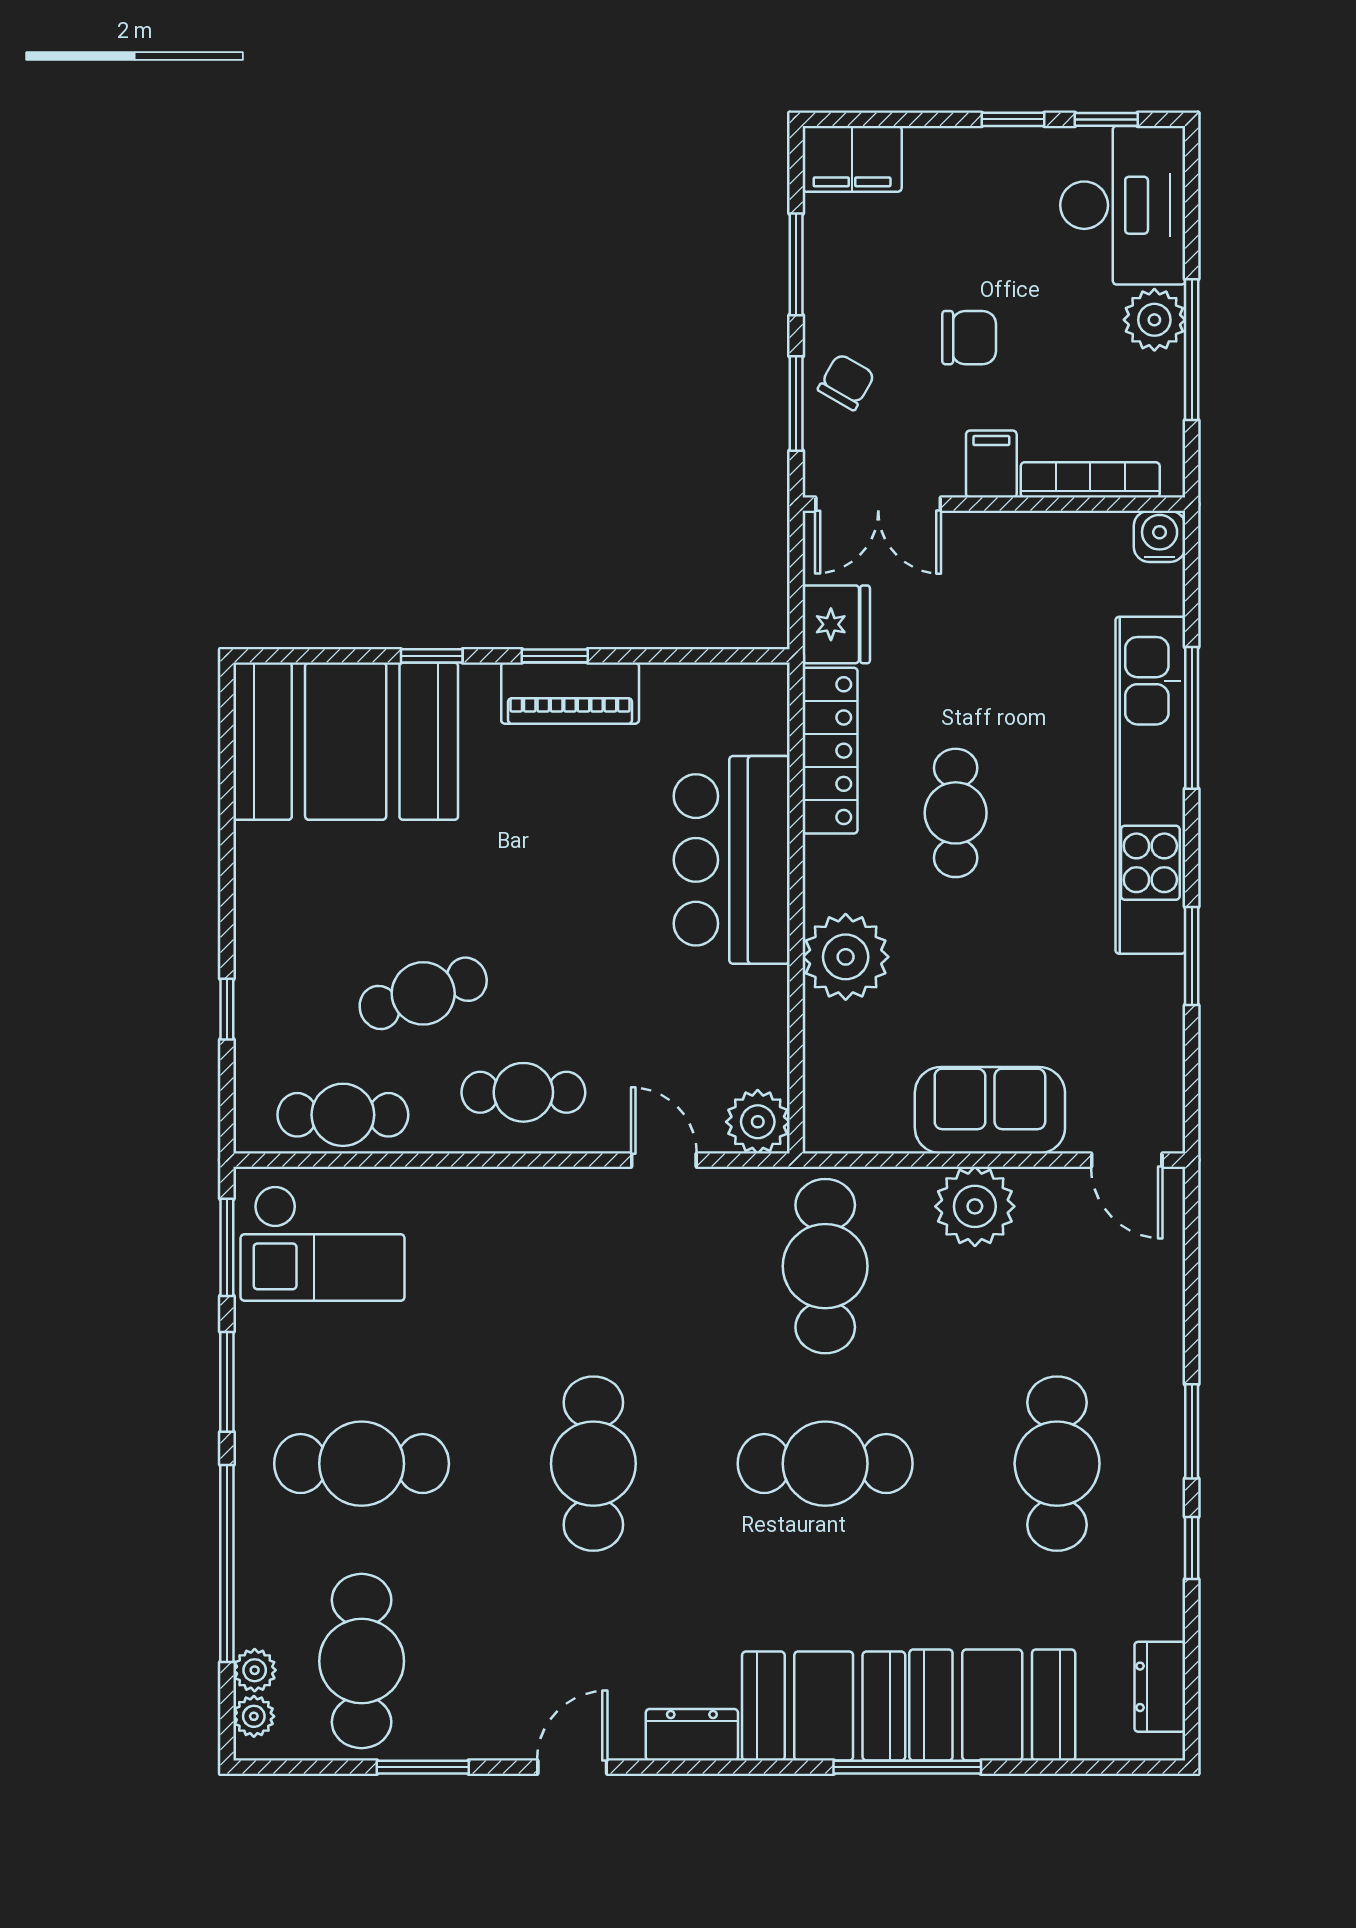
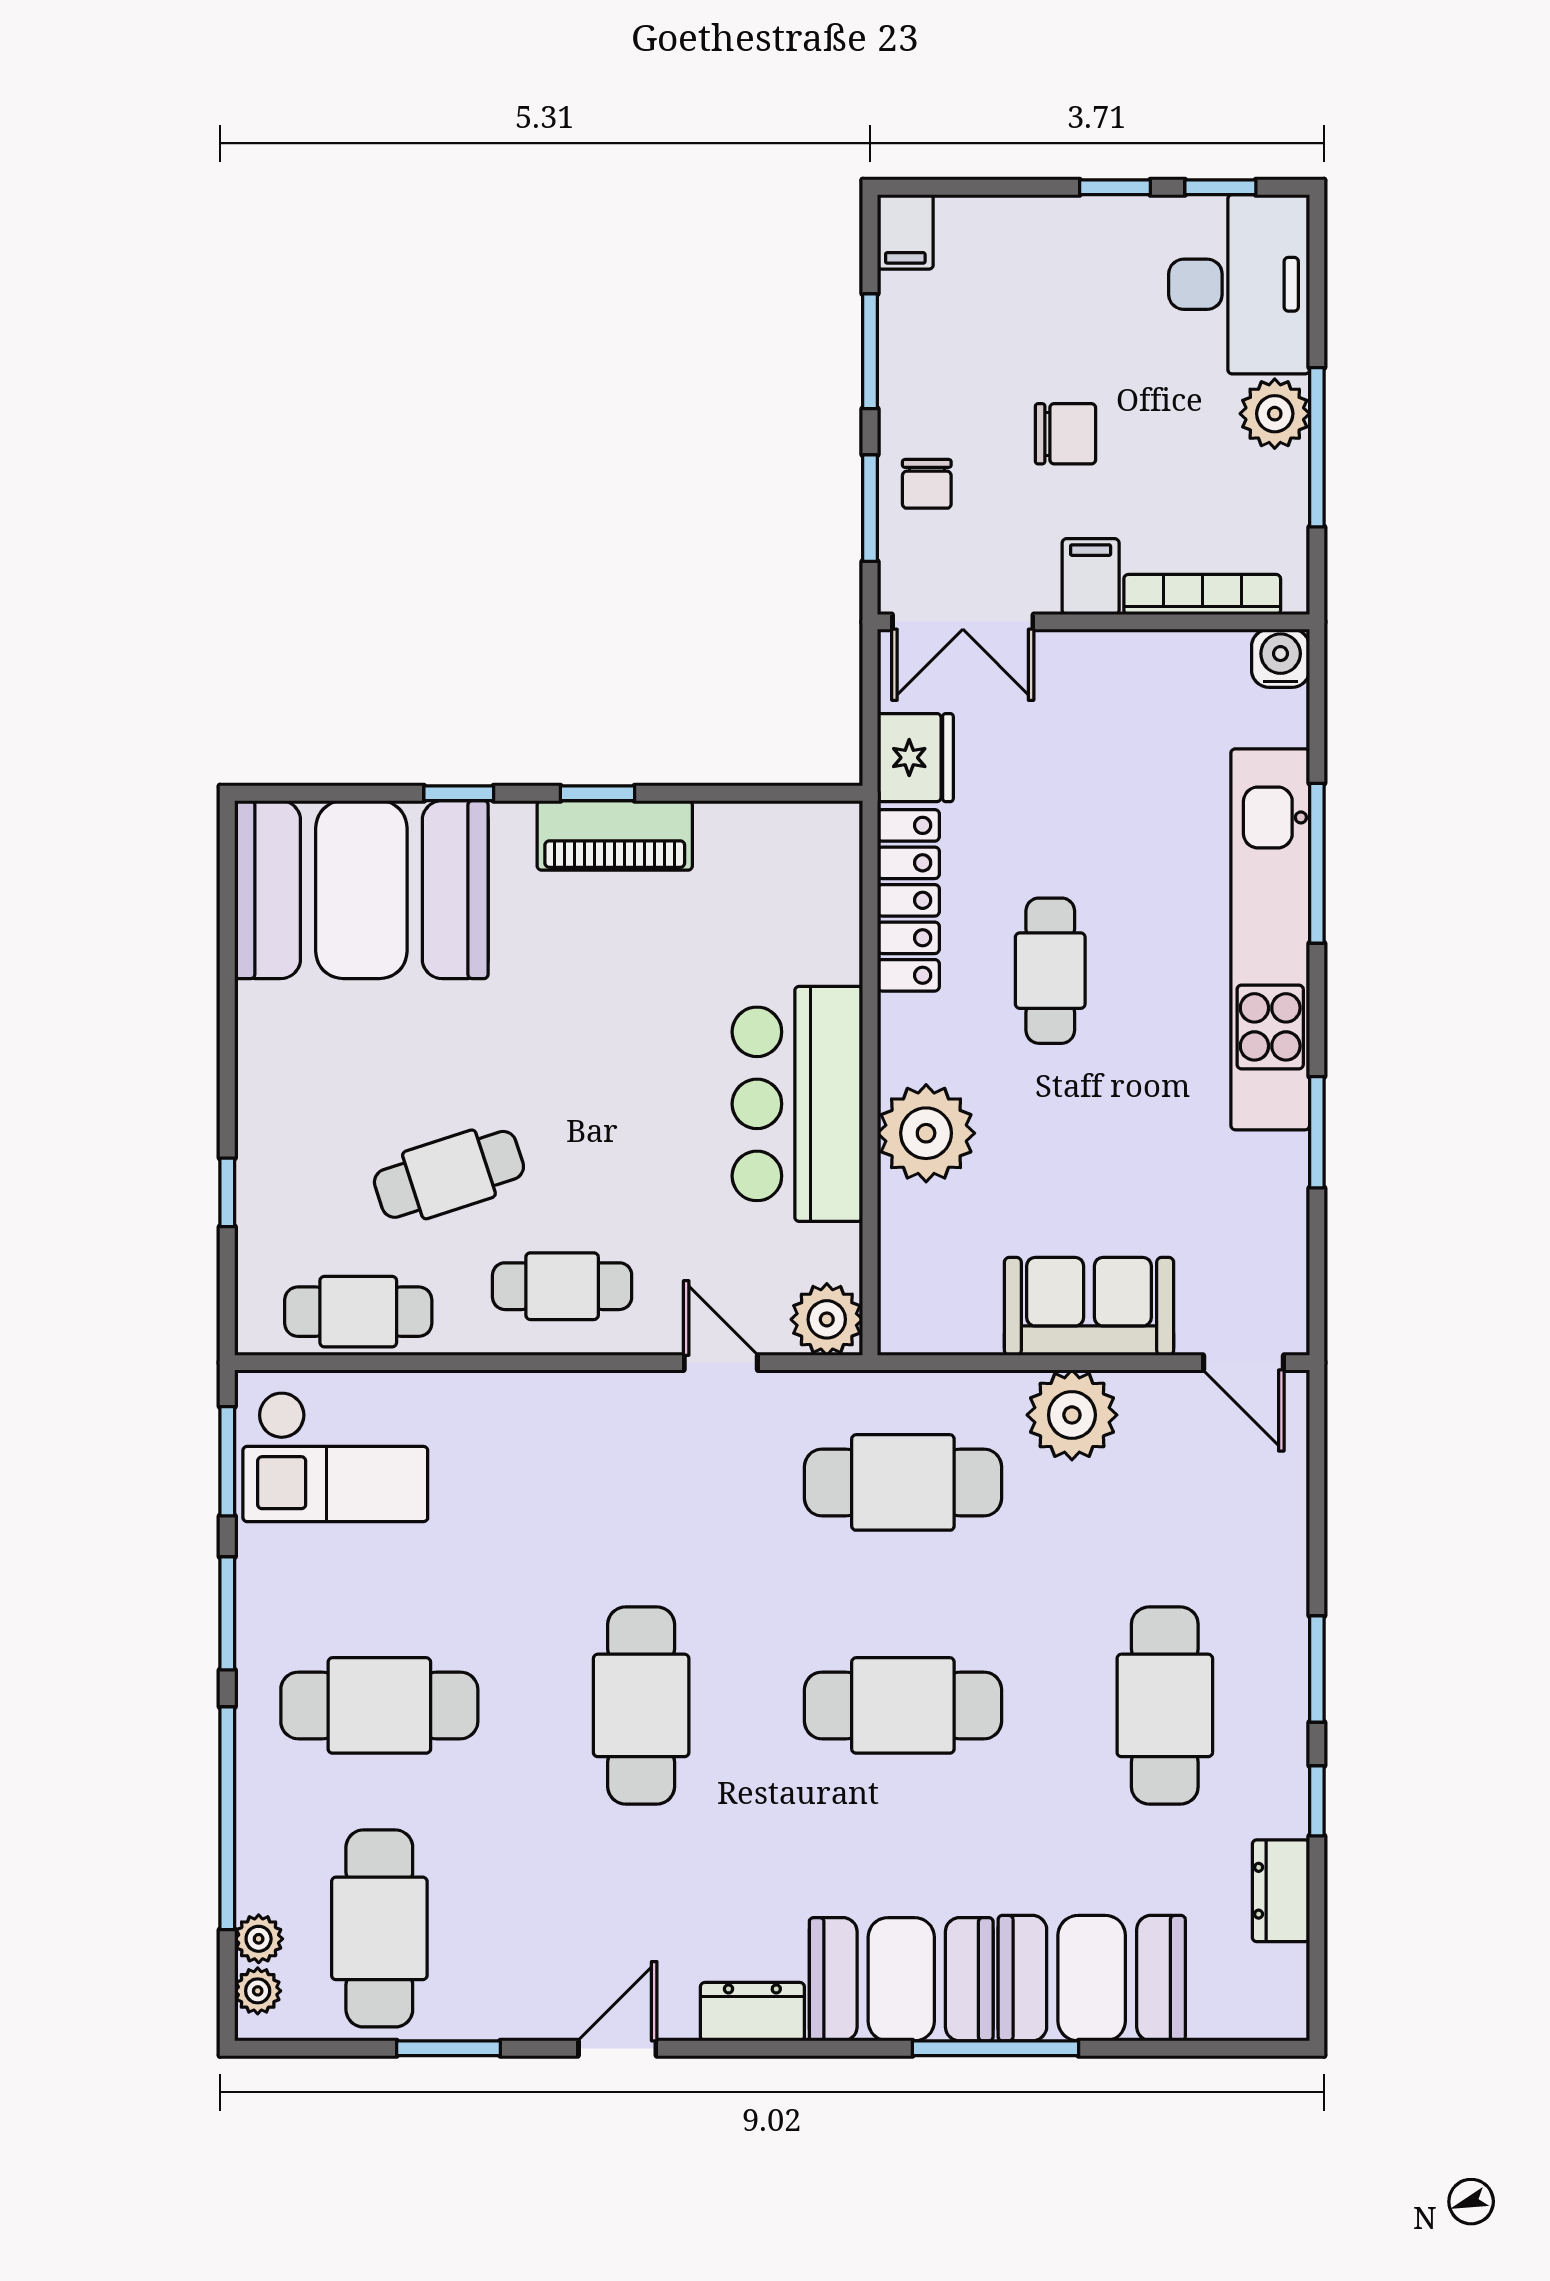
filing cabinet: (852, 159) -> (905, 232), width x0.50
chair: (846, 382) -> (927, 484), turned 150
bar counter: (732, 860) -> (797, 1104), moved
cafe table: (825, 1266) -> (903, 1482), turned 90
dresser: (1160, 1687) -> (1281, 1891), moved

